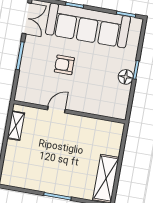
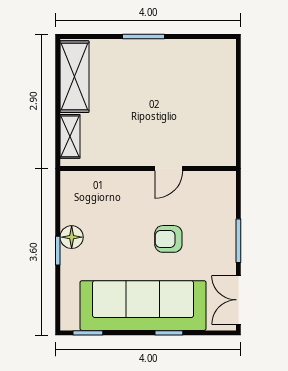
armchair: (64, 65) -> (168, 239), turned 180
shelving: (16, 126) -> (70, 136), moved

